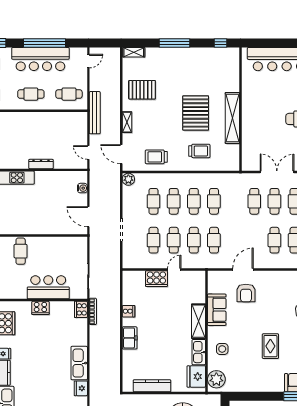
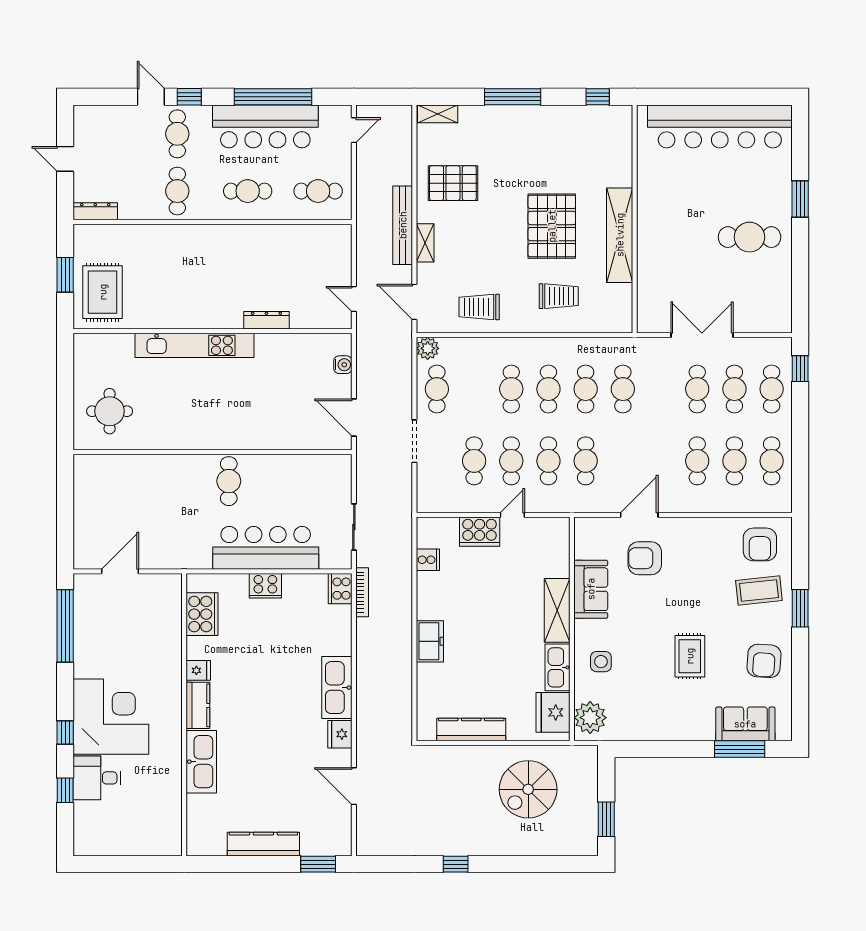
bench: (95, 113) -> (403, 225), moved
cafe table: (153, 201) -> (437, 389), moved
cafe table: (254, 201) -> (623, 389), moved
bar counter: (48, 287) -> (266, 548), width x1.36
armchair: (246, 293) -> (645, 558), turned 90
cooker: (128, 311) -> (428, 560), moved

